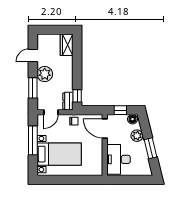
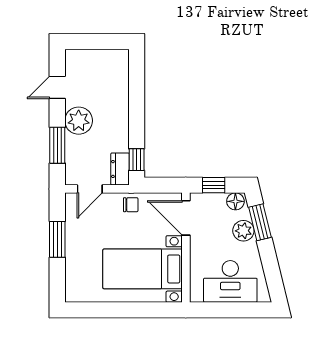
wardrobe: (67, 45) -> (118, 68), removed
window: (33, 140) -> (57, 239), width x0.69
window: (150, 148) -> (260, 222), moved
bed with nightstands: (59, 154) -> (143, 269), moved, turned 180
desk: (119, 159) -> (230, 281), moved, turned -90

